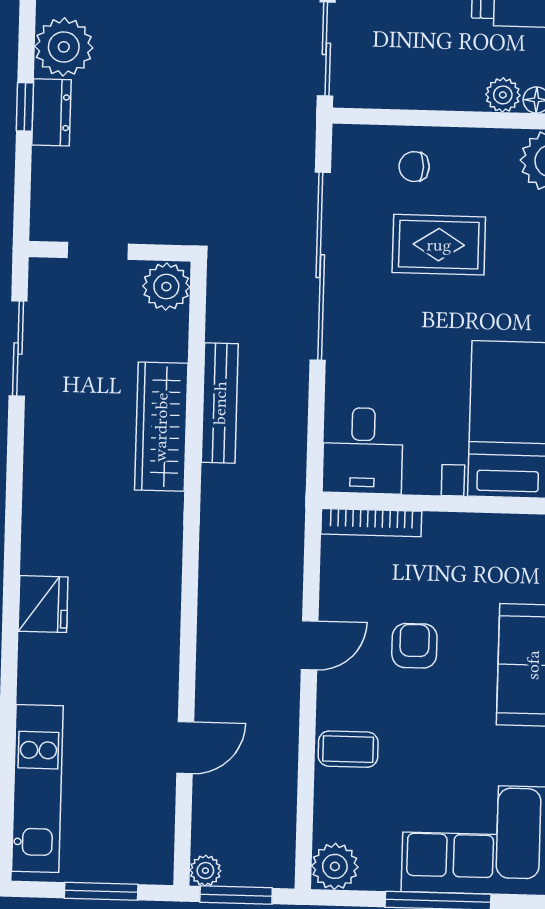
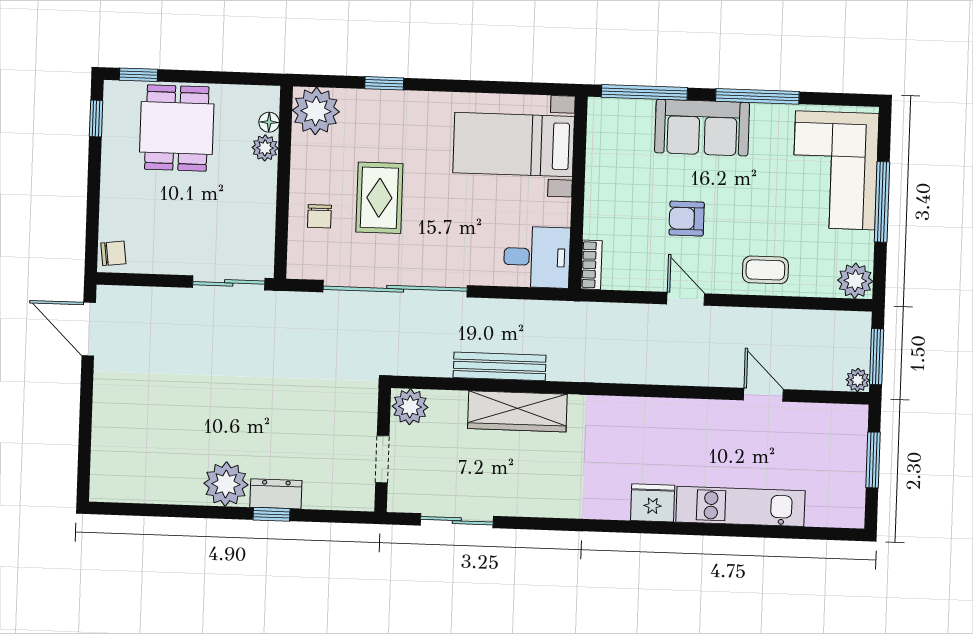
bookcase: (371, 523) -> (592, 265), width x0.64
coffee table: (348, 749) -> (765, 270), turned 90
kitchen unit: (37, 788) -> (740, 506), moved

